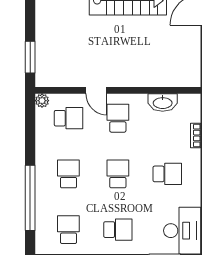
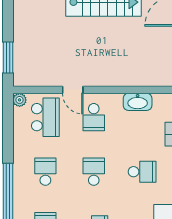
school desk: (68, 118) -> (45, 117), width x1.85
school desk: (118, 118) -> (94, 117), turned 180

